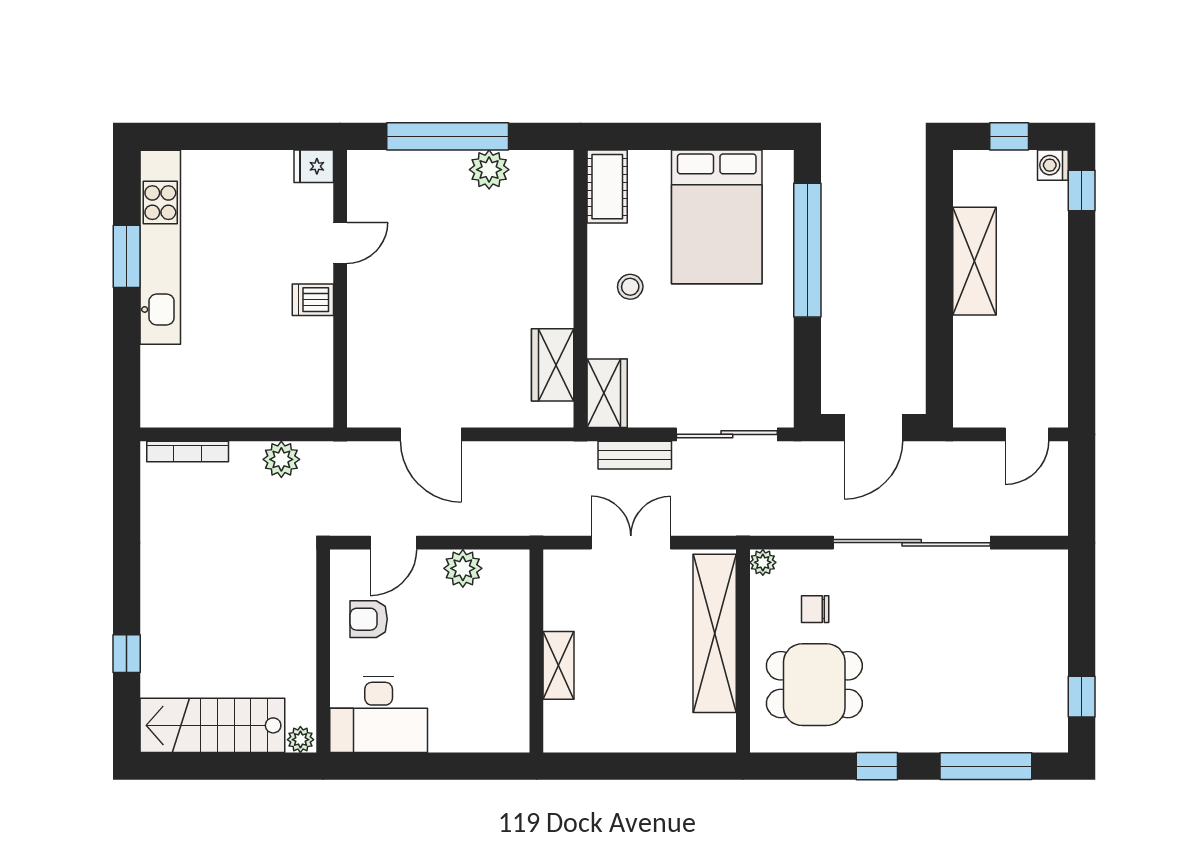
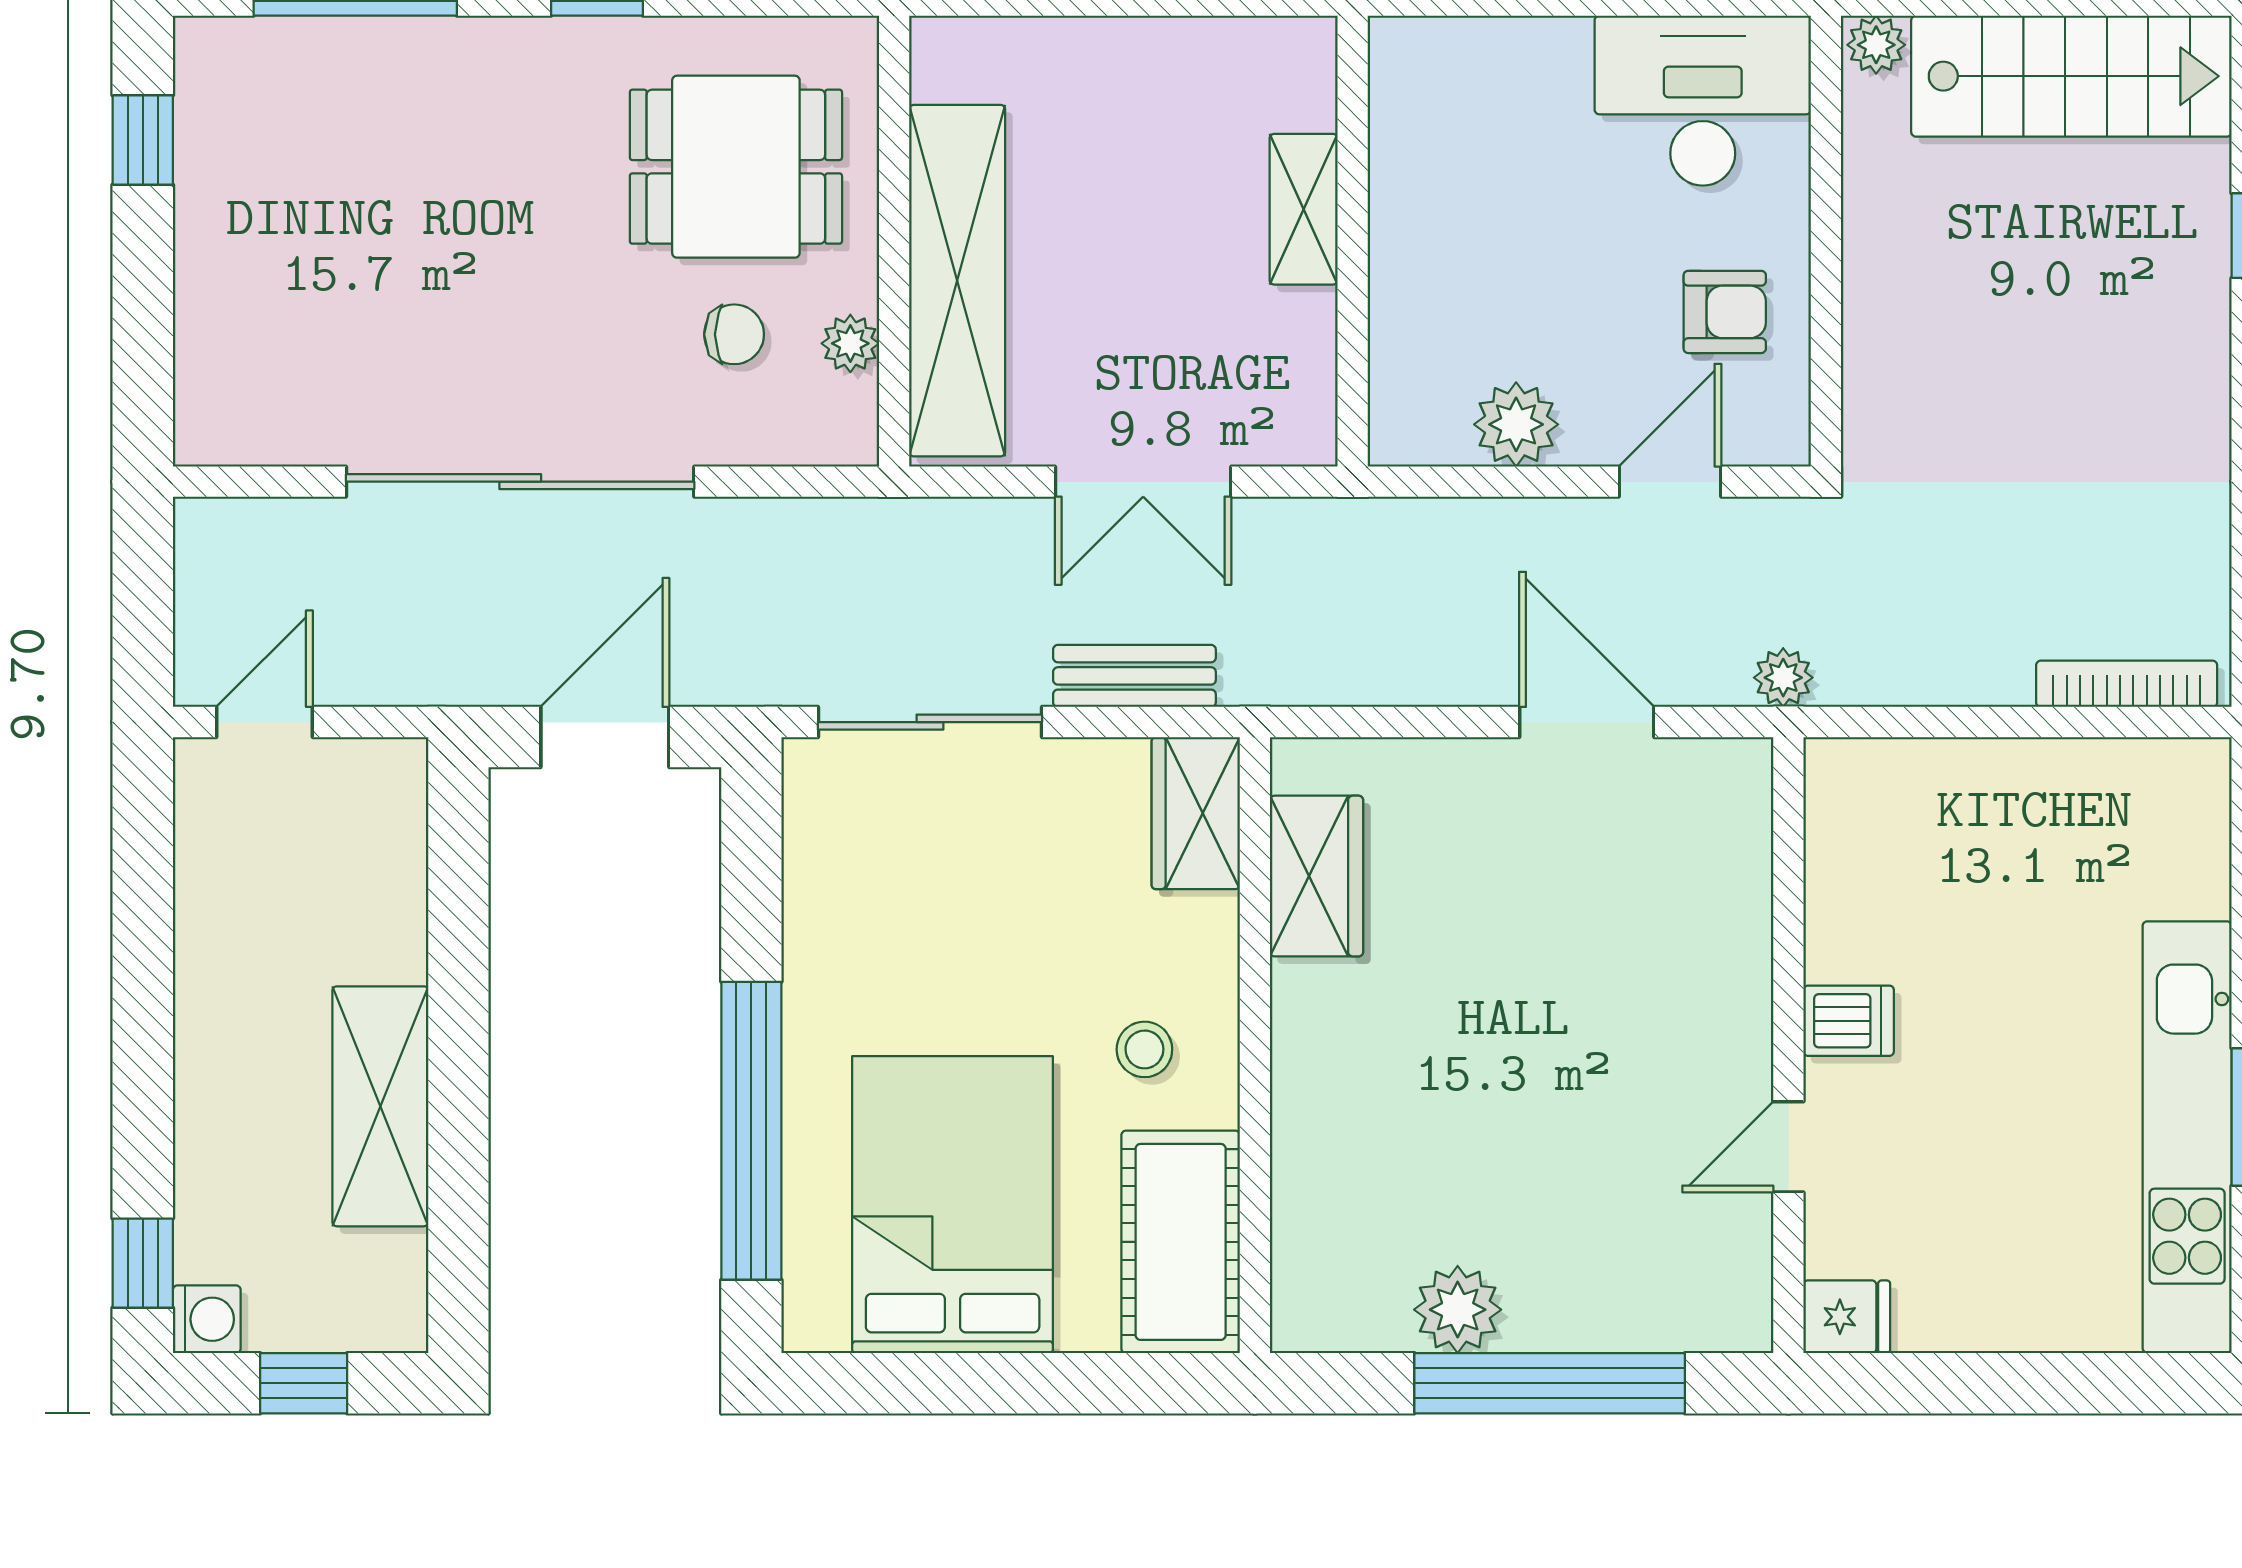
cot: (607, 187) -> (1181, 1242), width x1.37, depth x1.34
plant: (281, 459) -> (1783, 678), moved, width x0.73, depth x0.73
plant: (763, 562) -> (850, 343), moved

